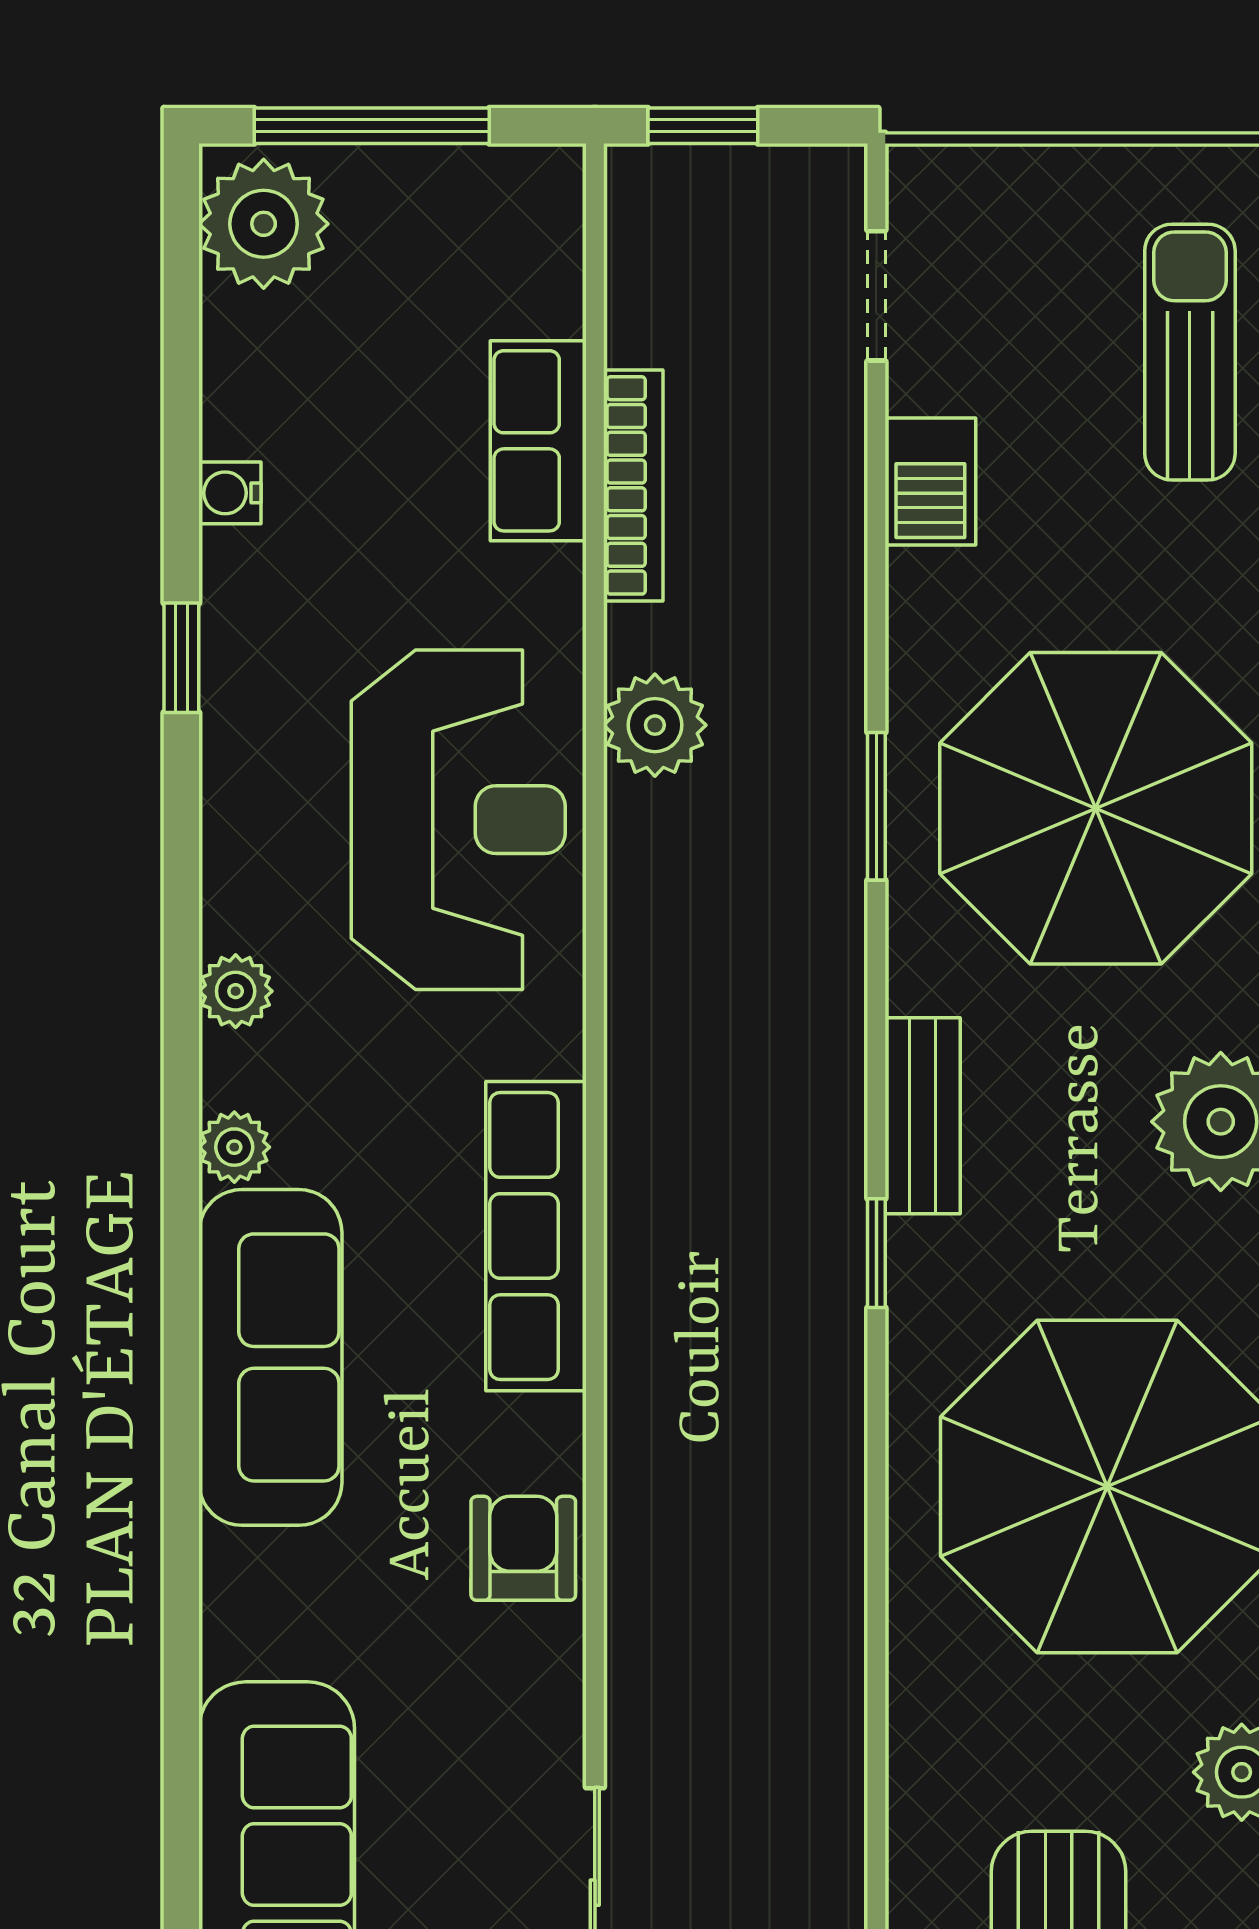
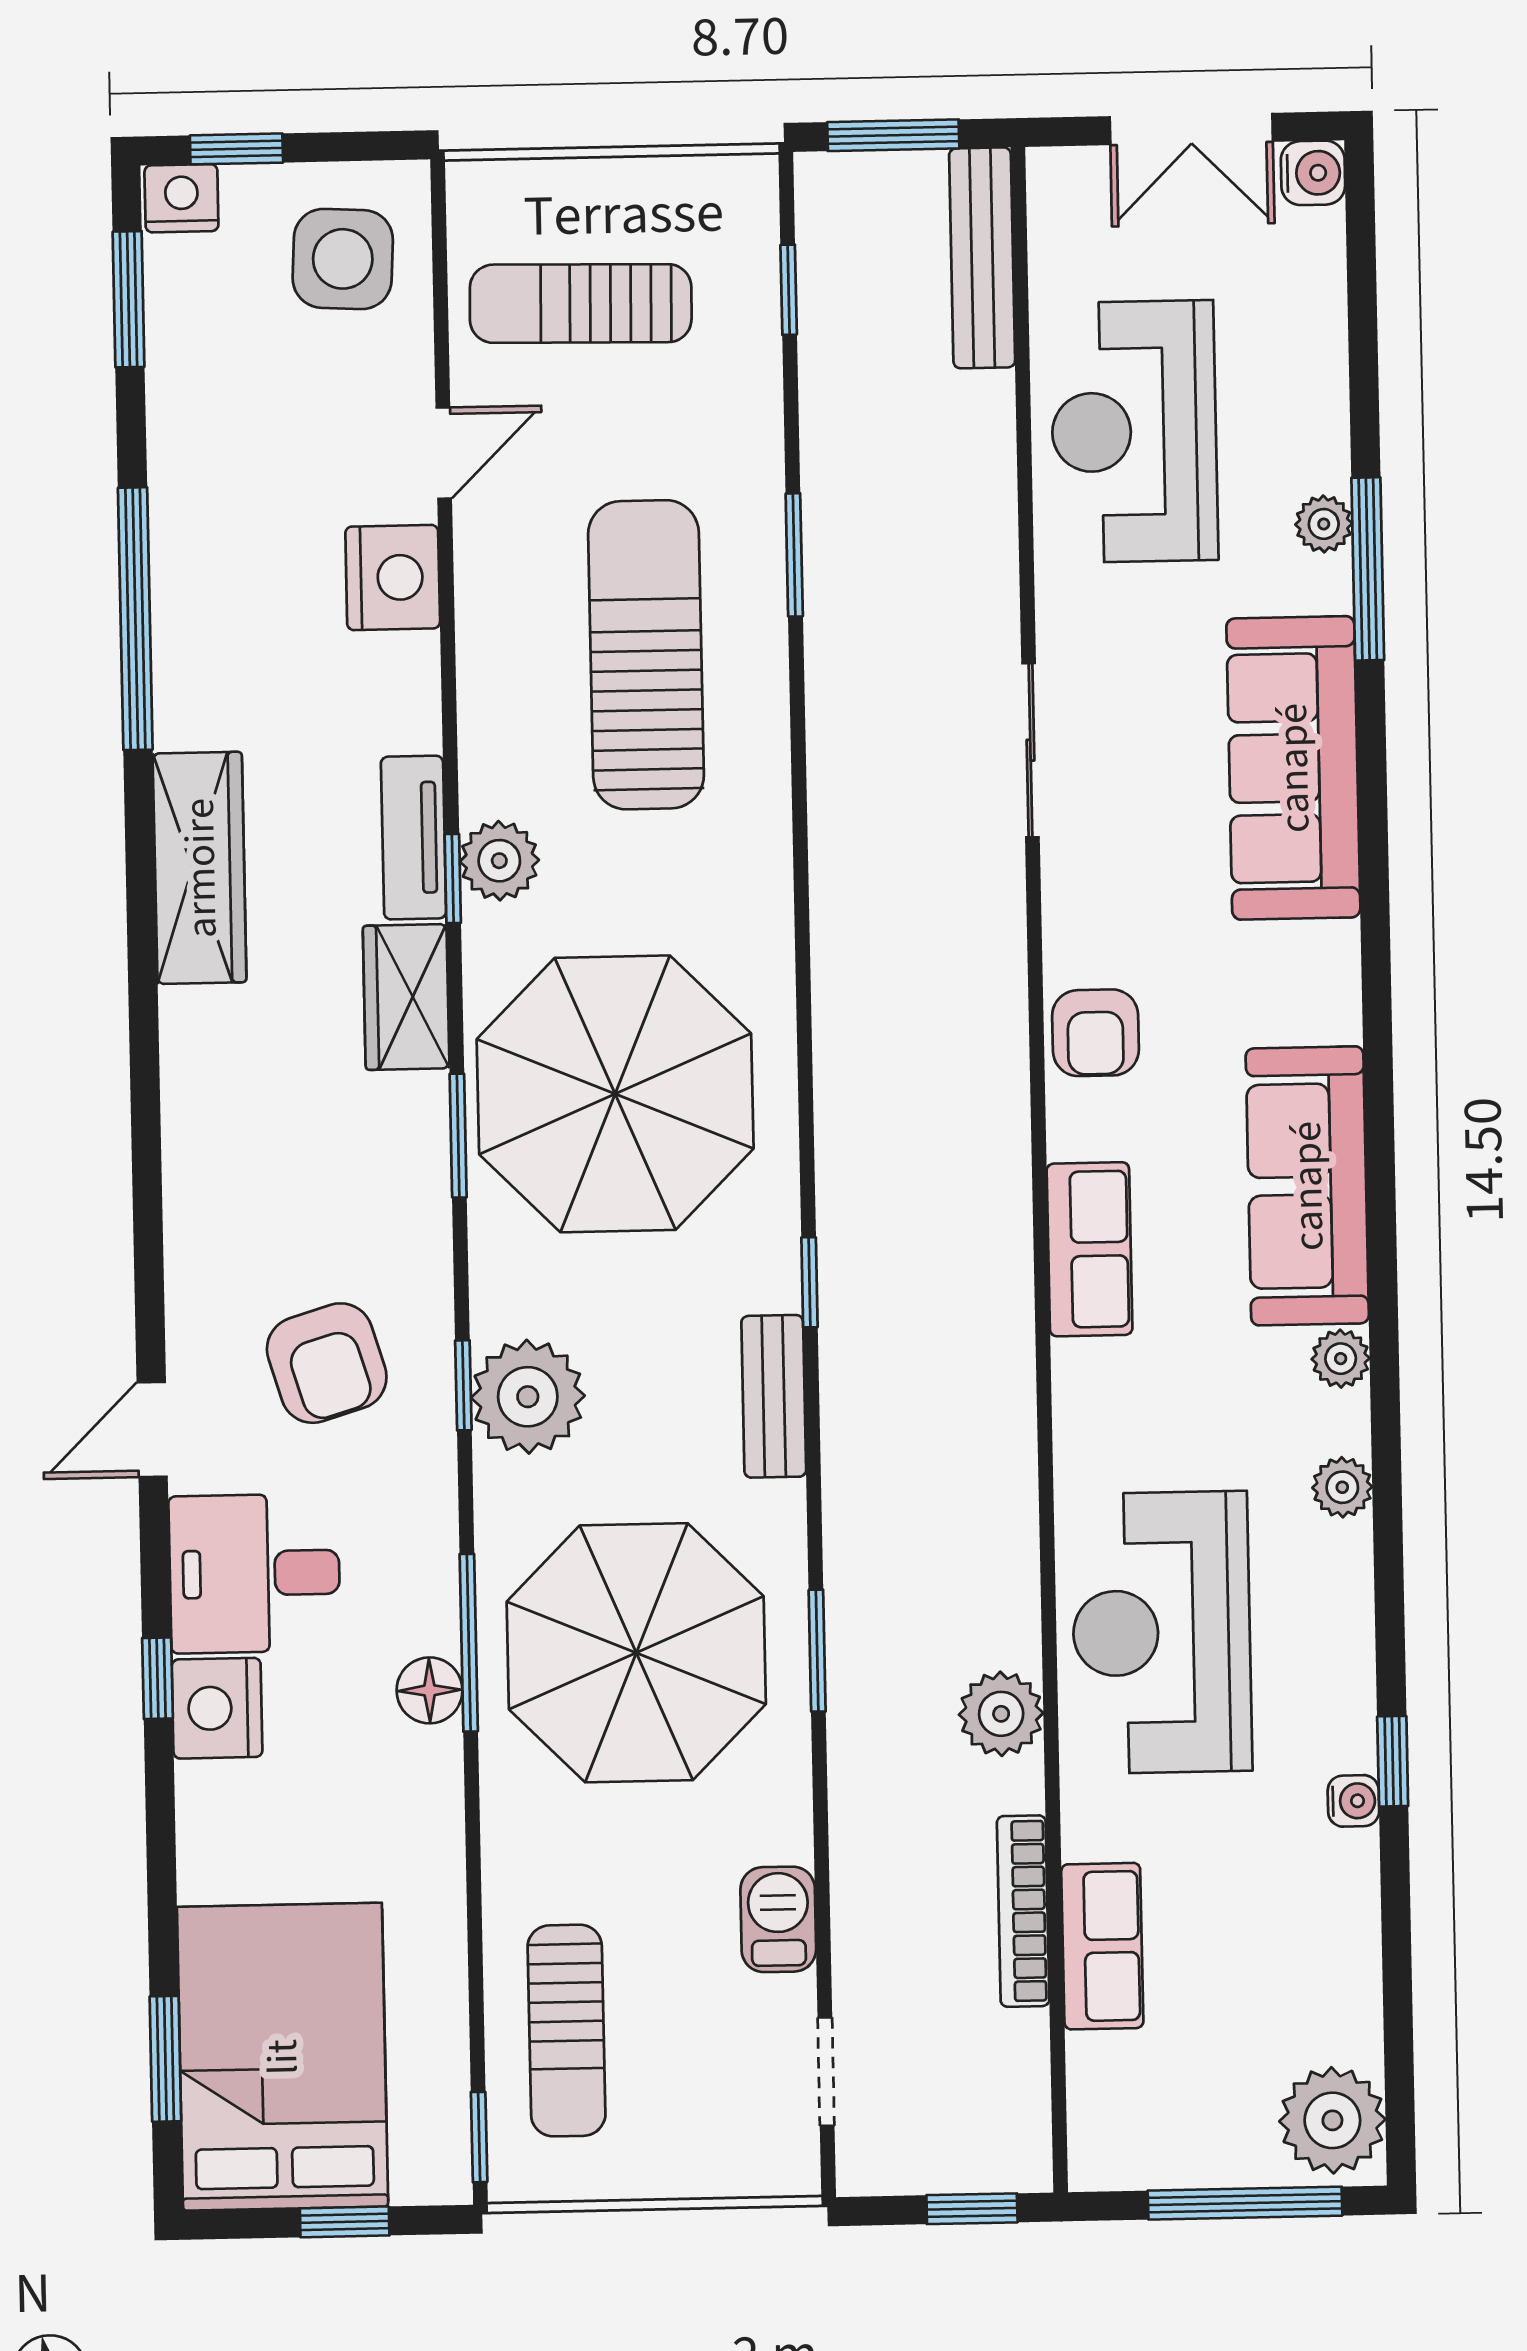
water cooler: (230, 493) -> (1353, 1801), moved
row of seats: (536, 1236) -> (1089, 1249), width x0.68

